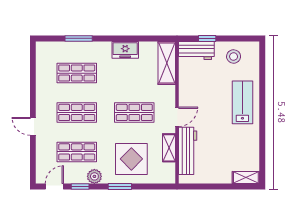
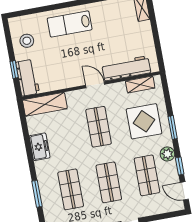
shelving: (169, 148) -> (140, 84), moved

